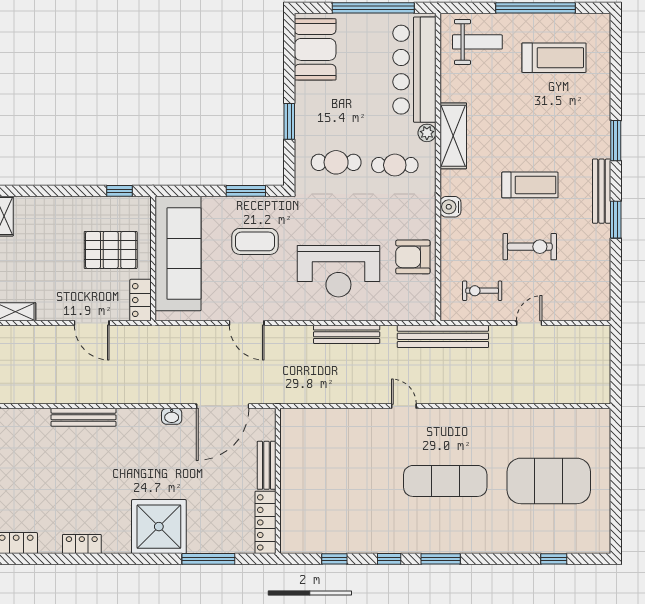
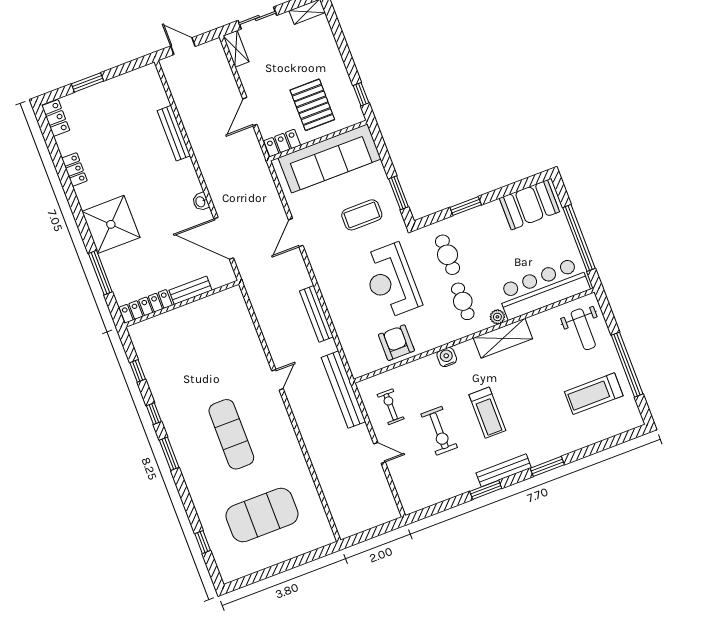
treadmill: (554, 58) -> (594, 394), turned 90
coffee table: (255, 241) -> (362, 215), turned 90
reception desk: (338, 271) -> (391, 281), moved
exercise mat: (549, 481) -> (262, 515), turned 90

